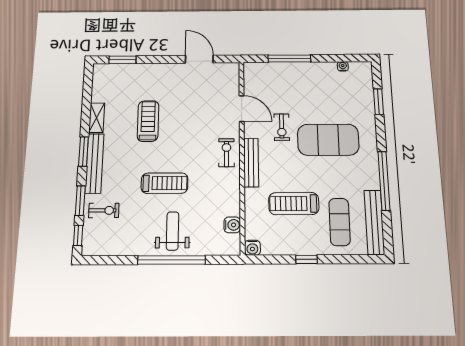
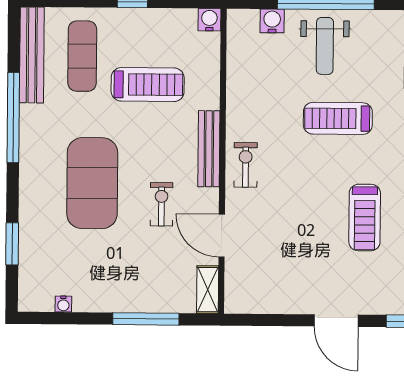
door: (199, 59) -> (336, 321), moved
shelving: (250, 76) -> (208, 290), added
exercise mat: (328, 140) -> (92, 183), turned 90
exercise bike: (226, 153) -> (246, 165), turned 180
water cooler: (232, 225) -> (272, 21), moved, turned 90

